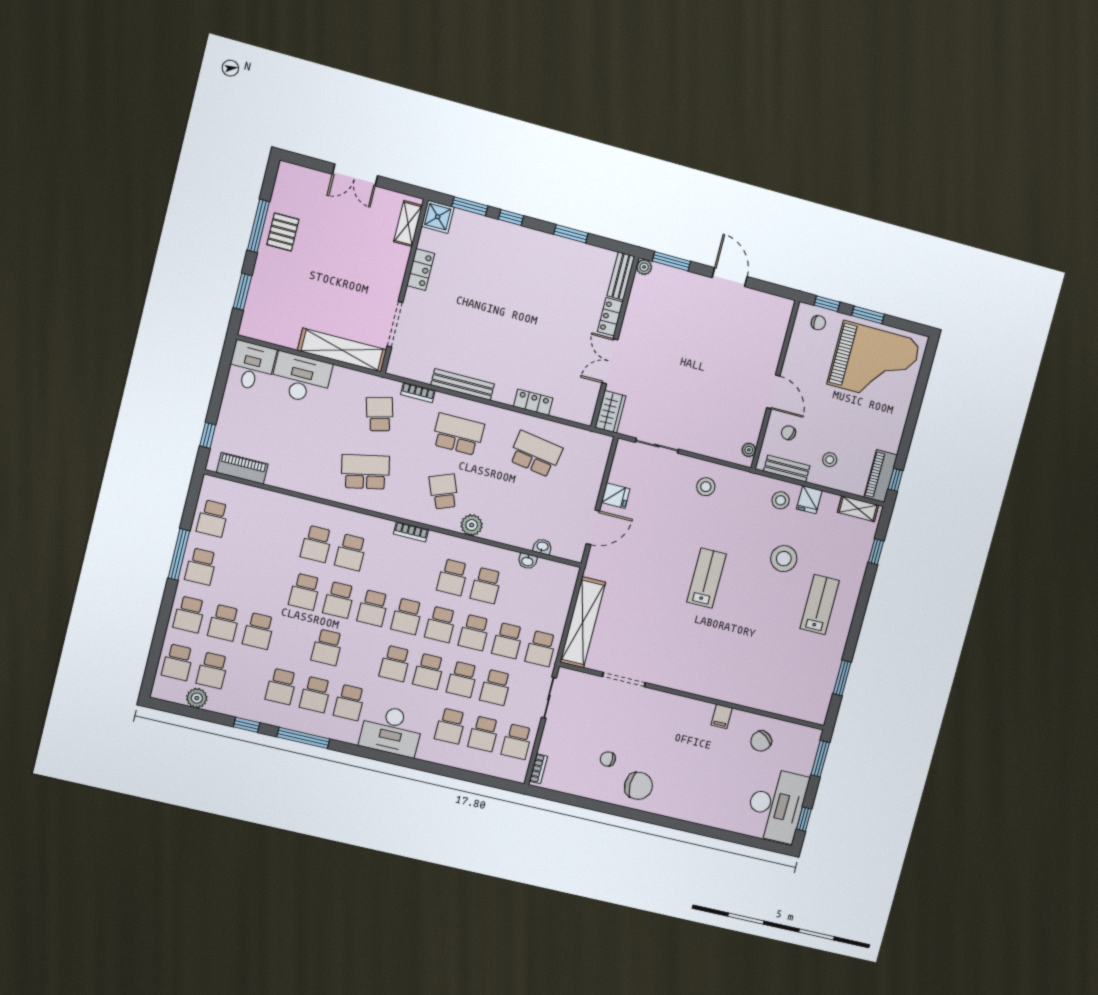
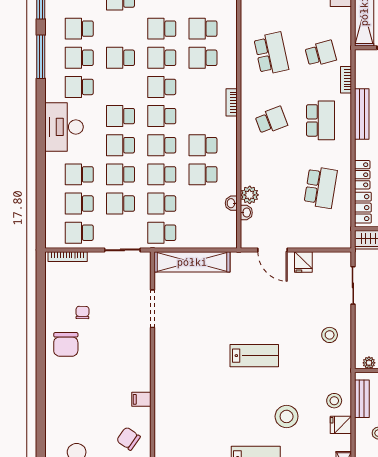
locker: (571, 411) -> (363, 208), added
plant: (472, 525) -> (250, 195), moved
bookcase: (538, 769) -> (68, 257), width x1.56

